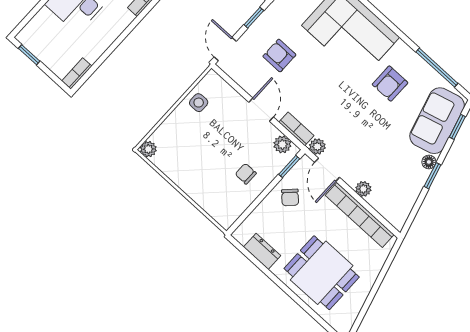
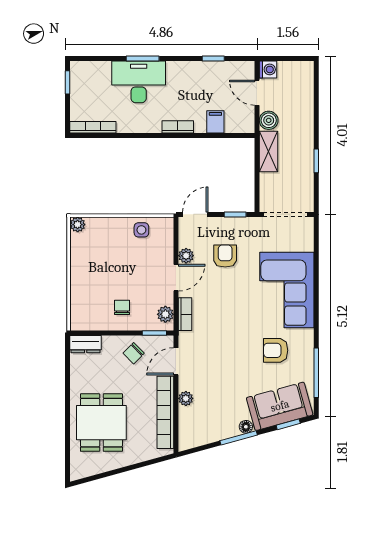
bookcase: (77, 73) -> (93, 127), width x1.56
plant: (317, 146) -> (186, 256), moved
window: (432, 176) -> (239, 438), width x1.50
dresser: (262, 251) -> (86, 344), moved, turned 90

